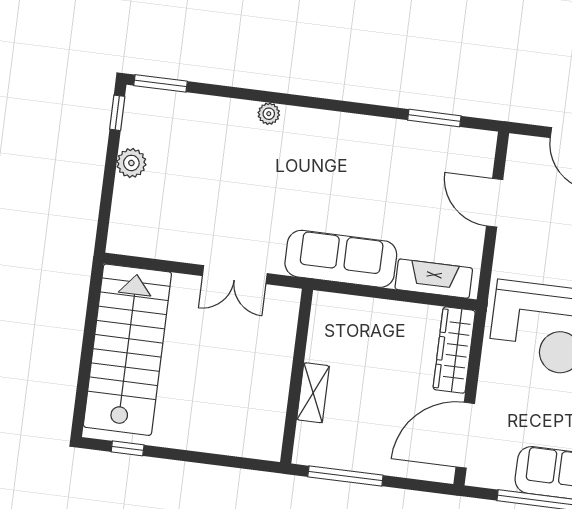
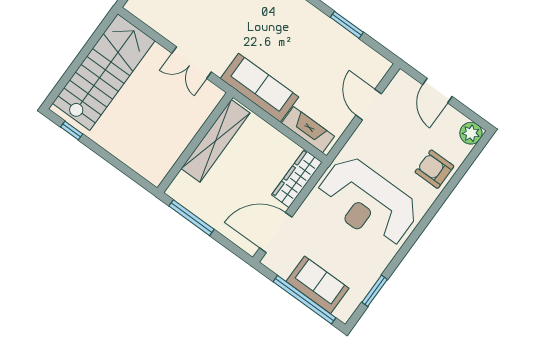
window: (434, 118) -> (347, 25), moved
shelving: (313, 393) -> (216, 141), width x2.20, depth x1.33

